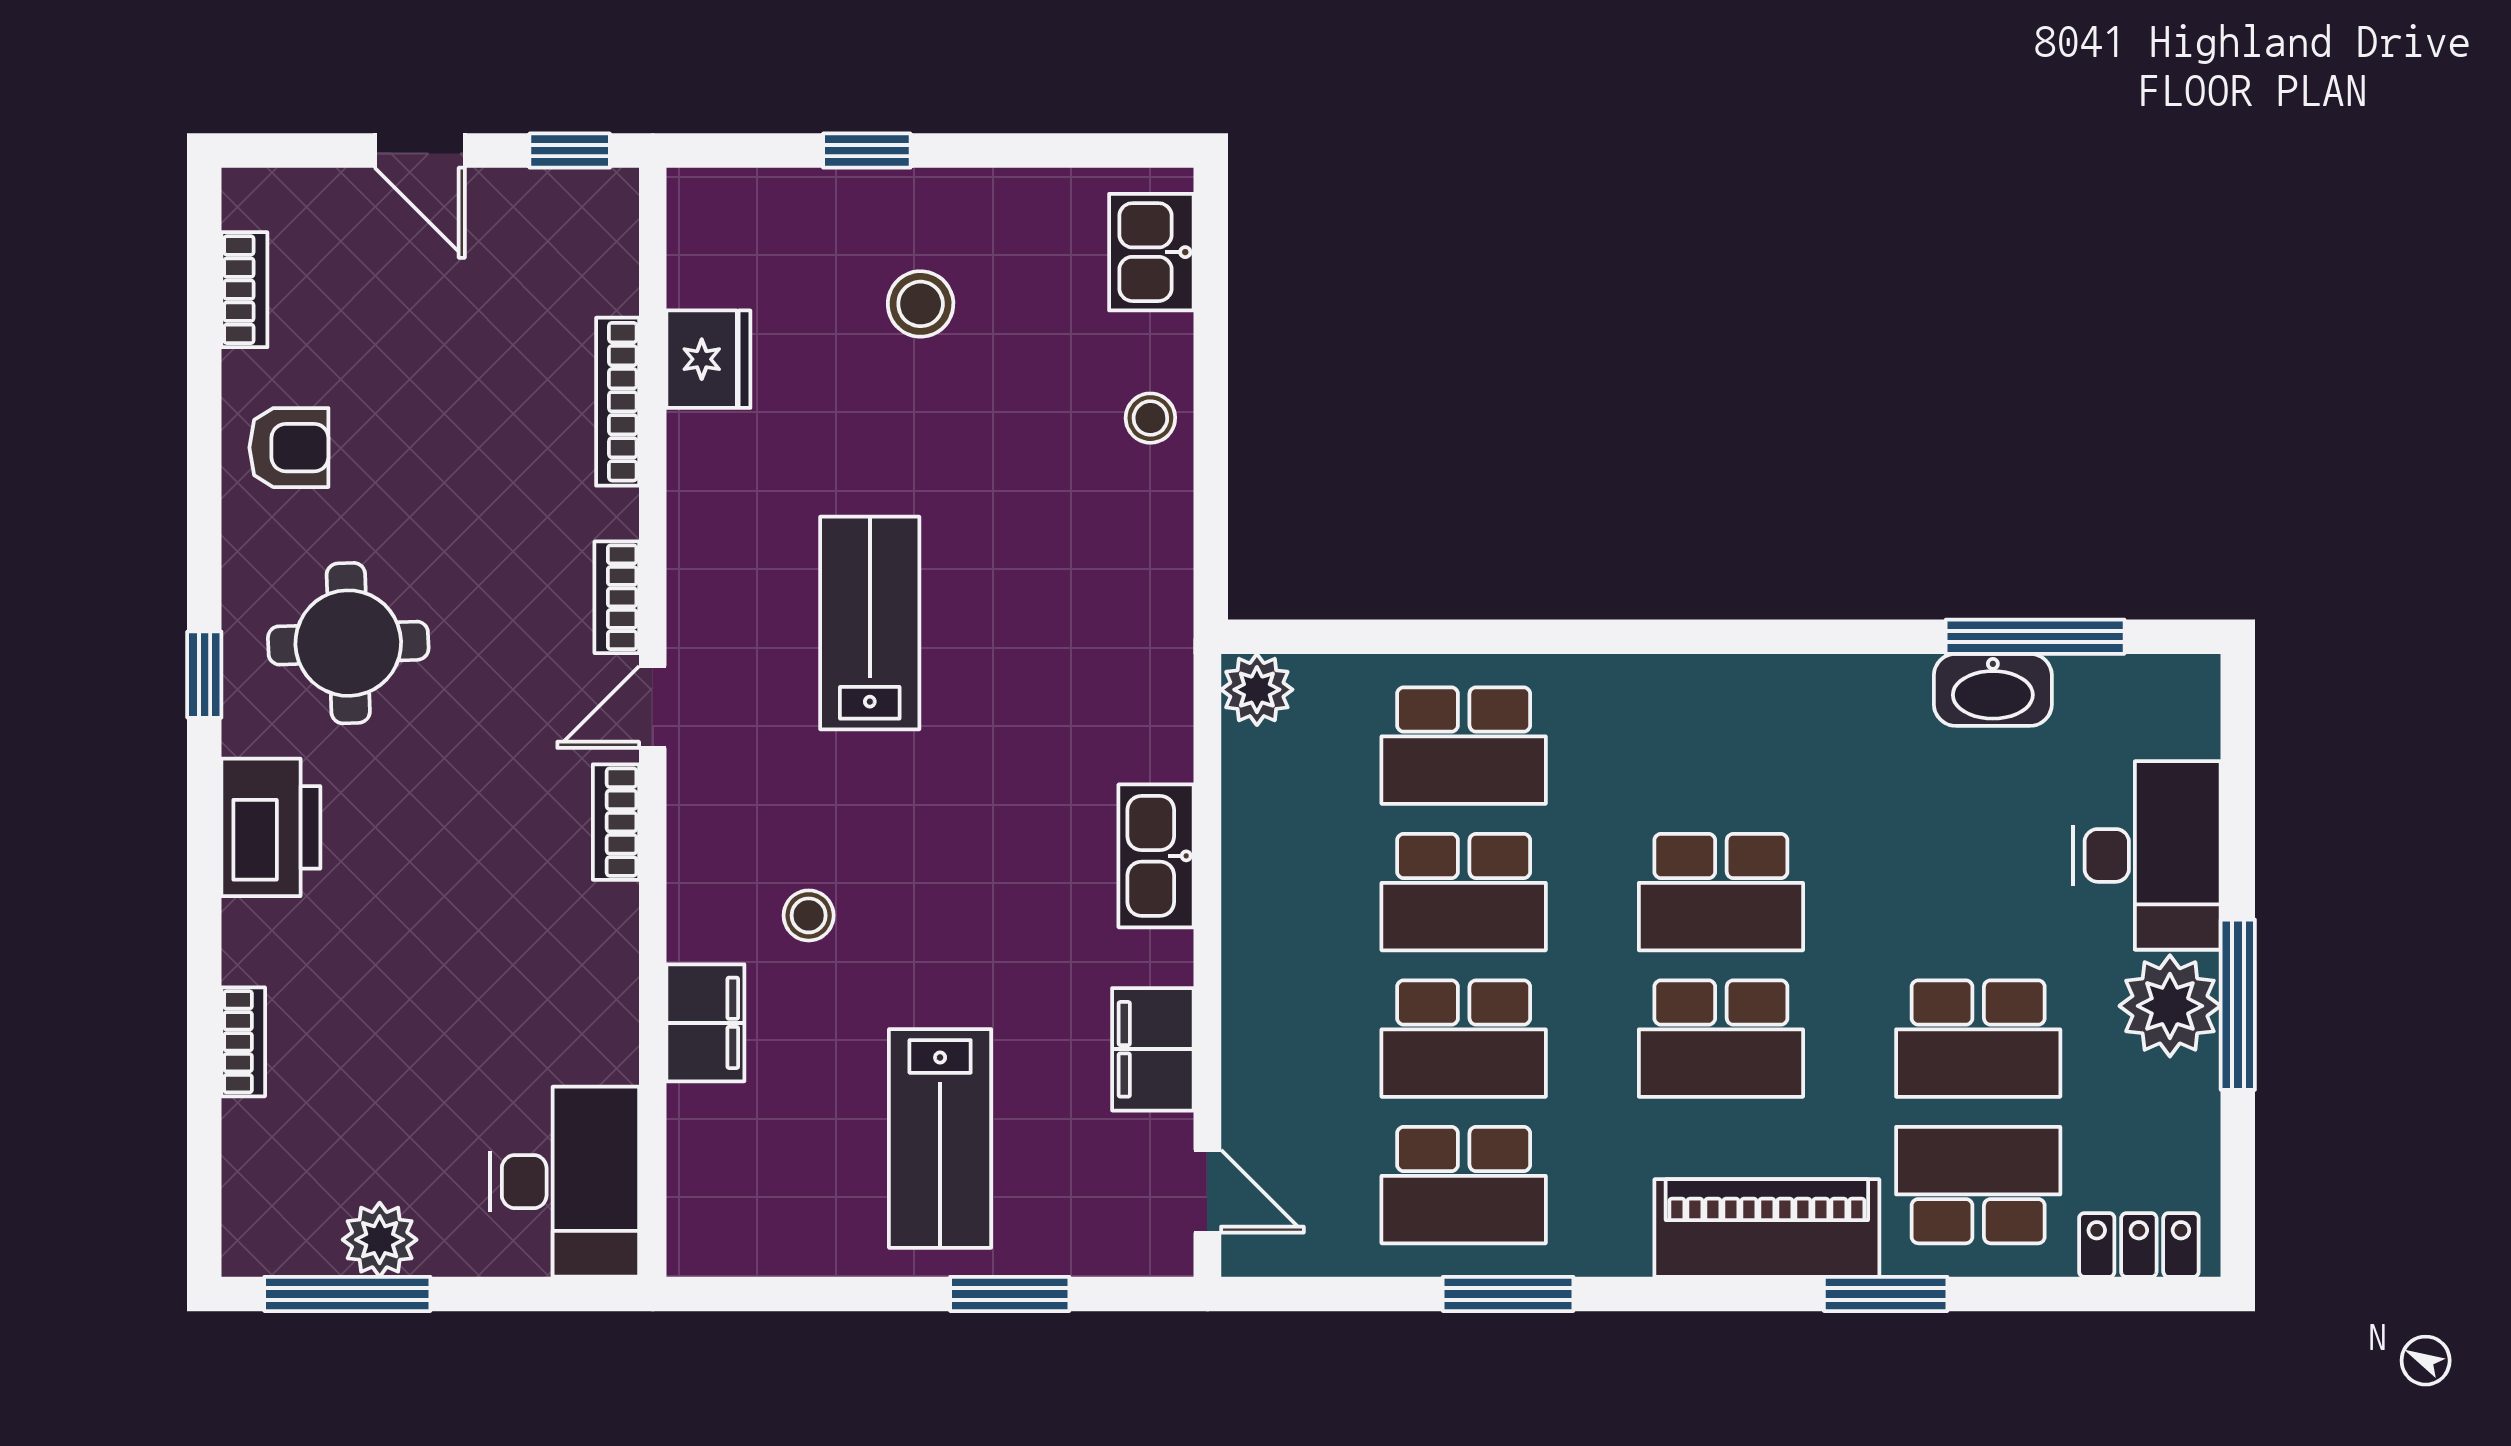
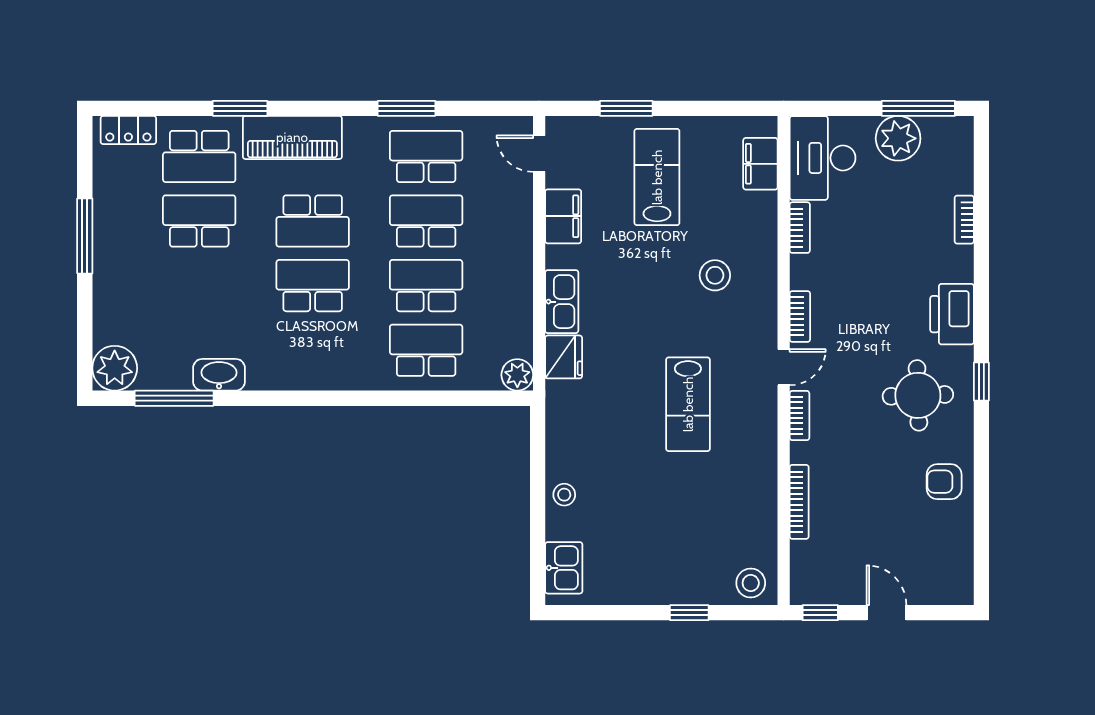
bookcase: (244, 290) -> (800, 228), moved, turned 180
stool: (921, 304) -> (751, 583), moved
fridge: (708, 359) -> (564, 357), moved, turned 180
washbasin: (1993, 690) -> (219, 375), moved
desk: (2147, 855) -> (125, 302), removed
stool: (809, 915) -> (715, 275), width x1.37, depth x1.37
plant: (2170, 1006) -> (115, 368), moved
filing cabinet: (705, 1023) -> (760, 164), moved
school desk: (1721, 1039) -> (313, 221), turned 180
plant: (380, 1240) -> (898, 138), width x1.36, depth x1.36

